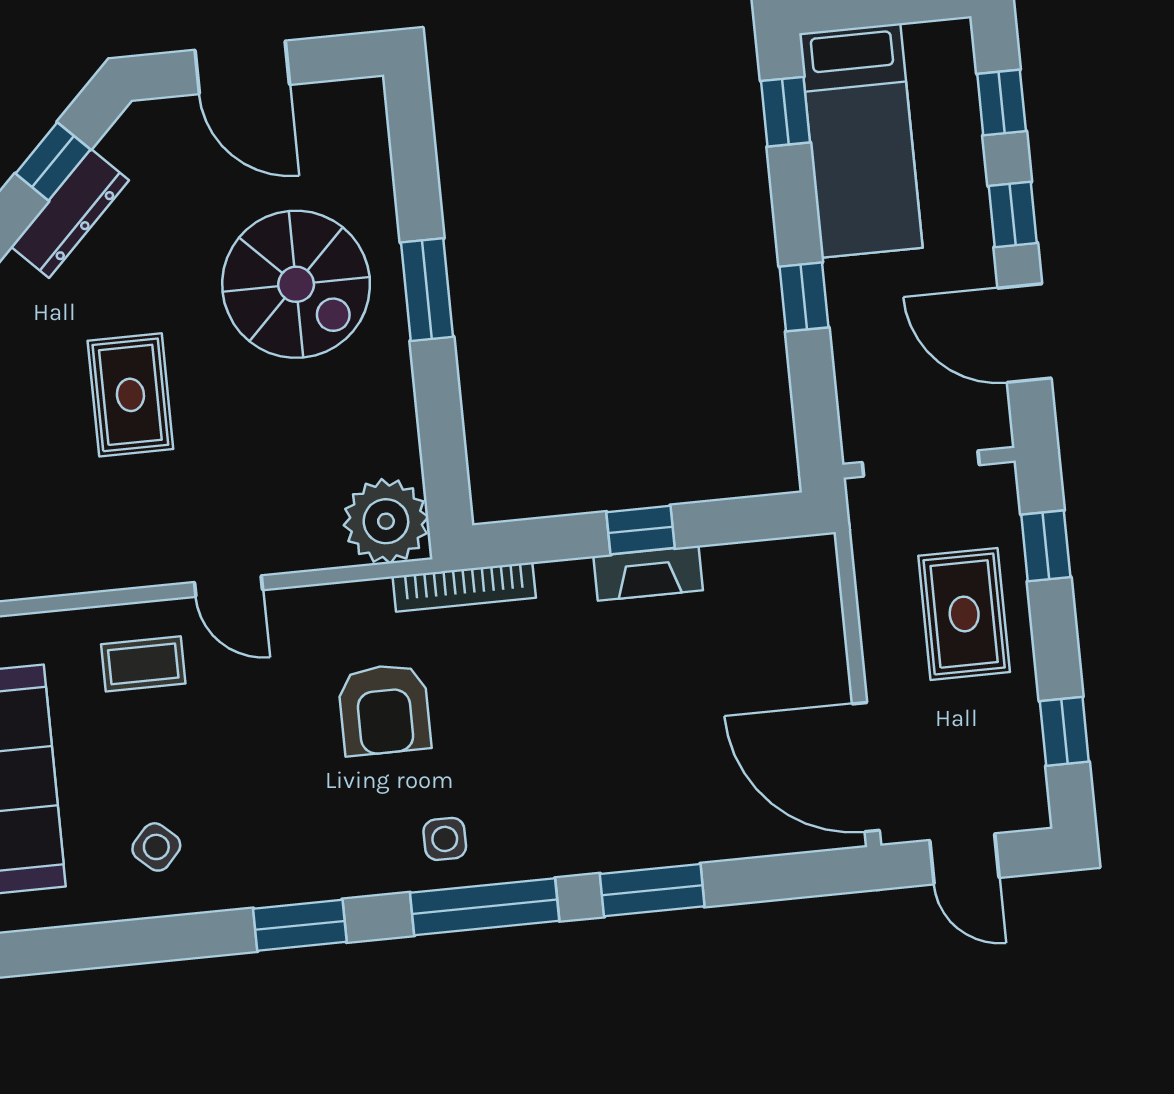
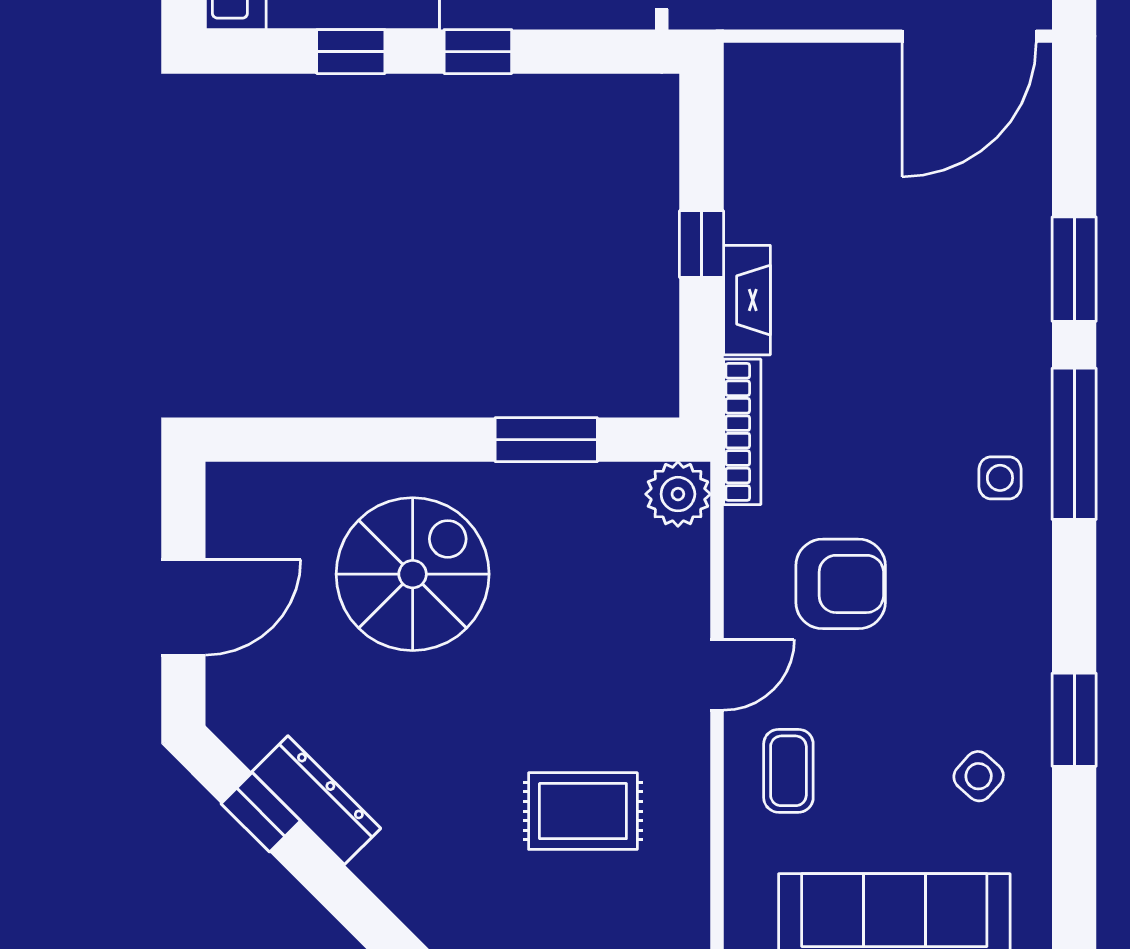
window: (785, 112) -> (351, 52), moved
window: (427, 290) -> (546, 440), moved
rug: (130, 395) -> (583, 811), moved
plant: (386, 521) -> (678, 494), width x0.73, depth x0.73
fireplace: (648, 573) -> (747, 300), moved
armchair: (384, 709) -> (841, 584), moved
window: (300, 925) -> (1074, 720), moved

